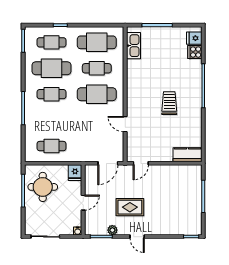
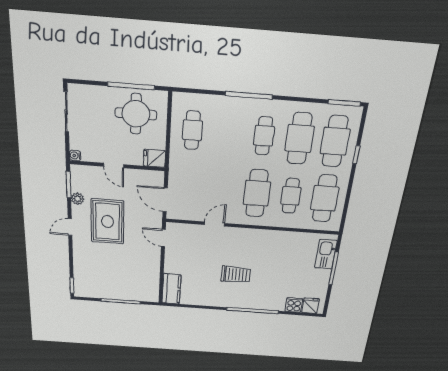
cafe table: (51, 42) -> (335, 141), width x1.37, depth x1.35
kitchen sink: (134, 46) -> (326, 254), moved, turned 90
rug: (130, 207) -> (108, 221), width x1.36, depth x1.43

